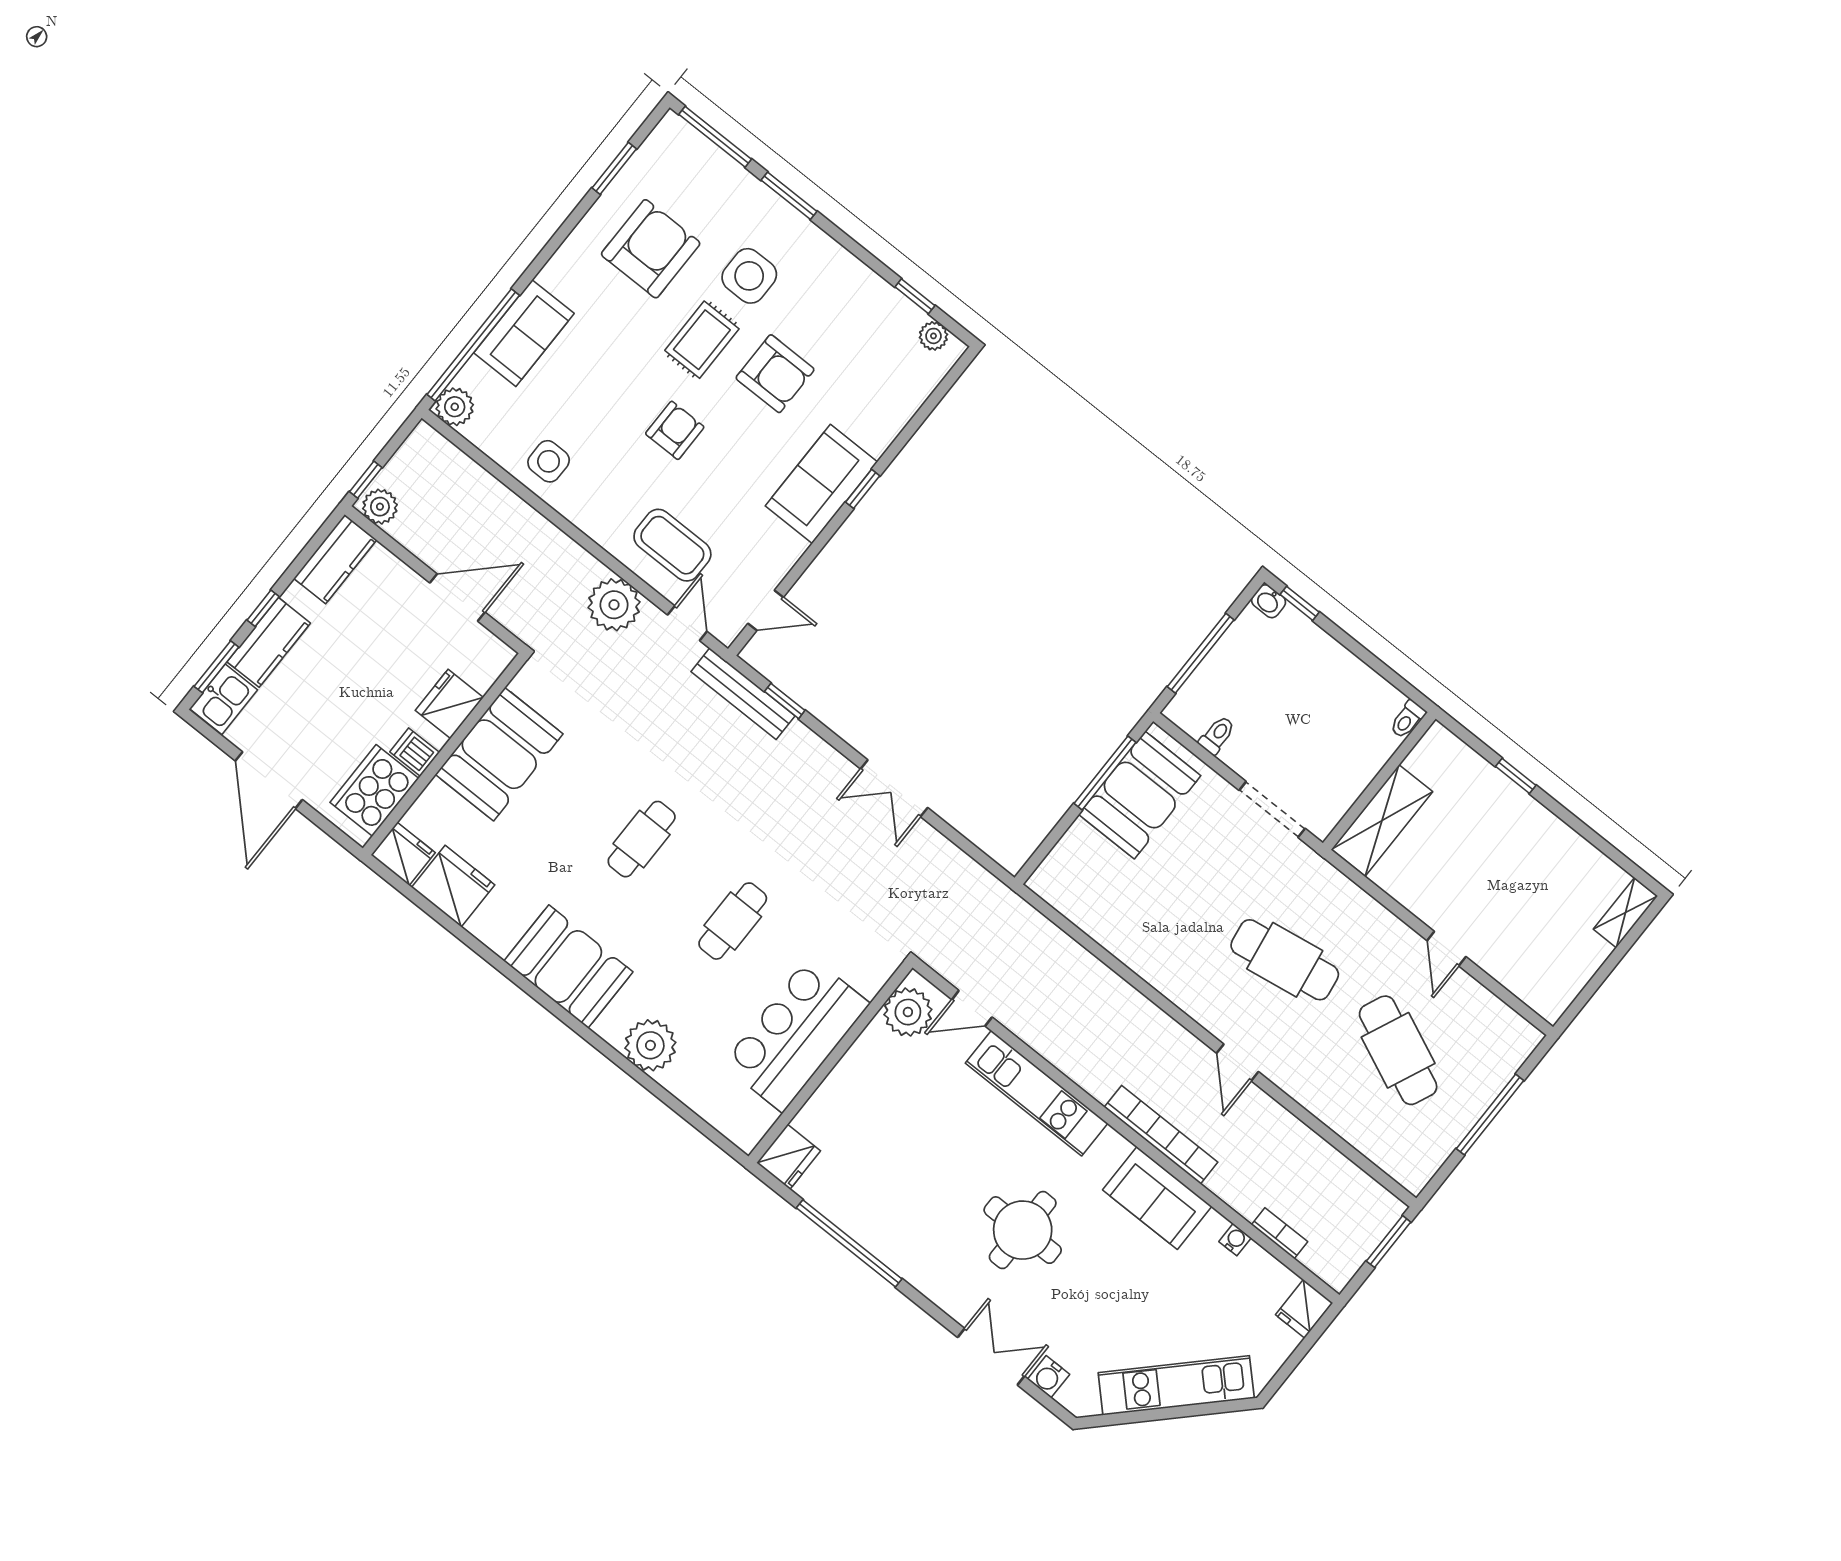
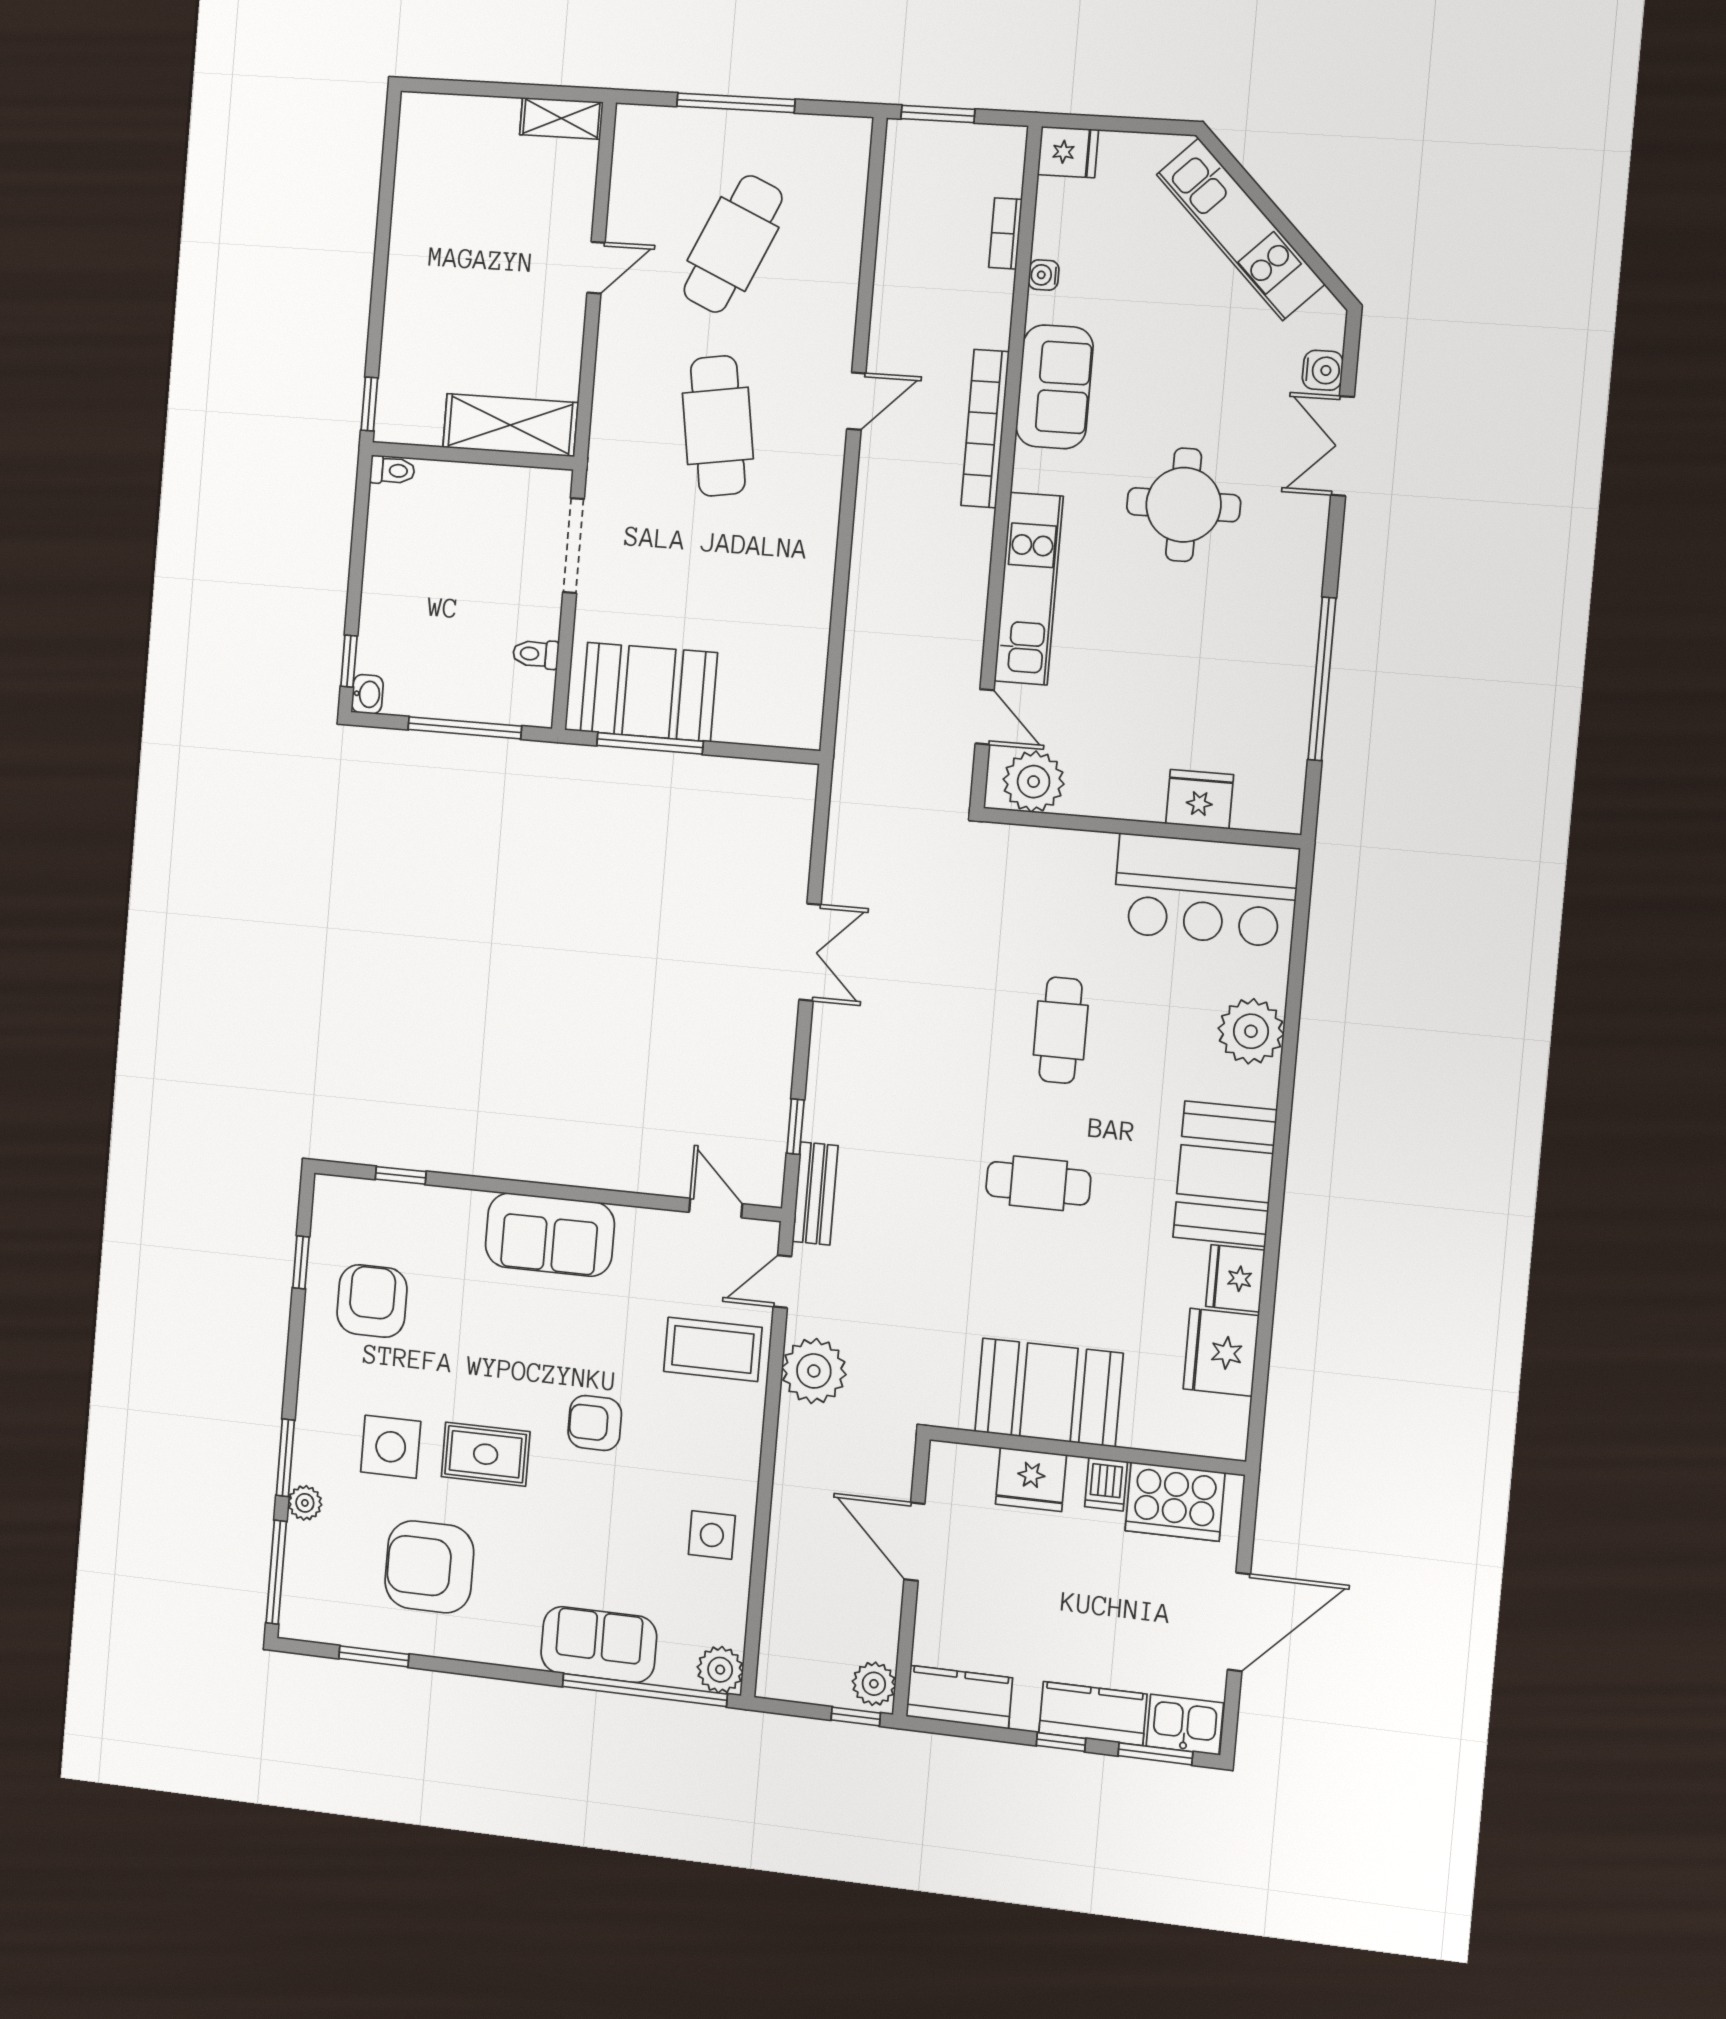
plant: (933, 336) -> (305, 1503), moved
armchair: (775, 374) -> (372, 1301), moved
window: (863, 489) -> (401, 1175), moved
coffee table: (672, 545) -> (713, 1349), turned 90
bench: (743, 694) -> (815, 1193), width x0.73
window: (1516, 776) -> (369, 404), moved
fridge: (403, 854) -> (1235, 1278), moved
shelving: (1626, 913) -> (561, 118), moved
cafe table: (733, 921) -> (1061, 1030), turned 90
bar counter: (796, 1034) -> (1205, 890), moved
fridge: (789, 1157) -> (1200, 799), moved

